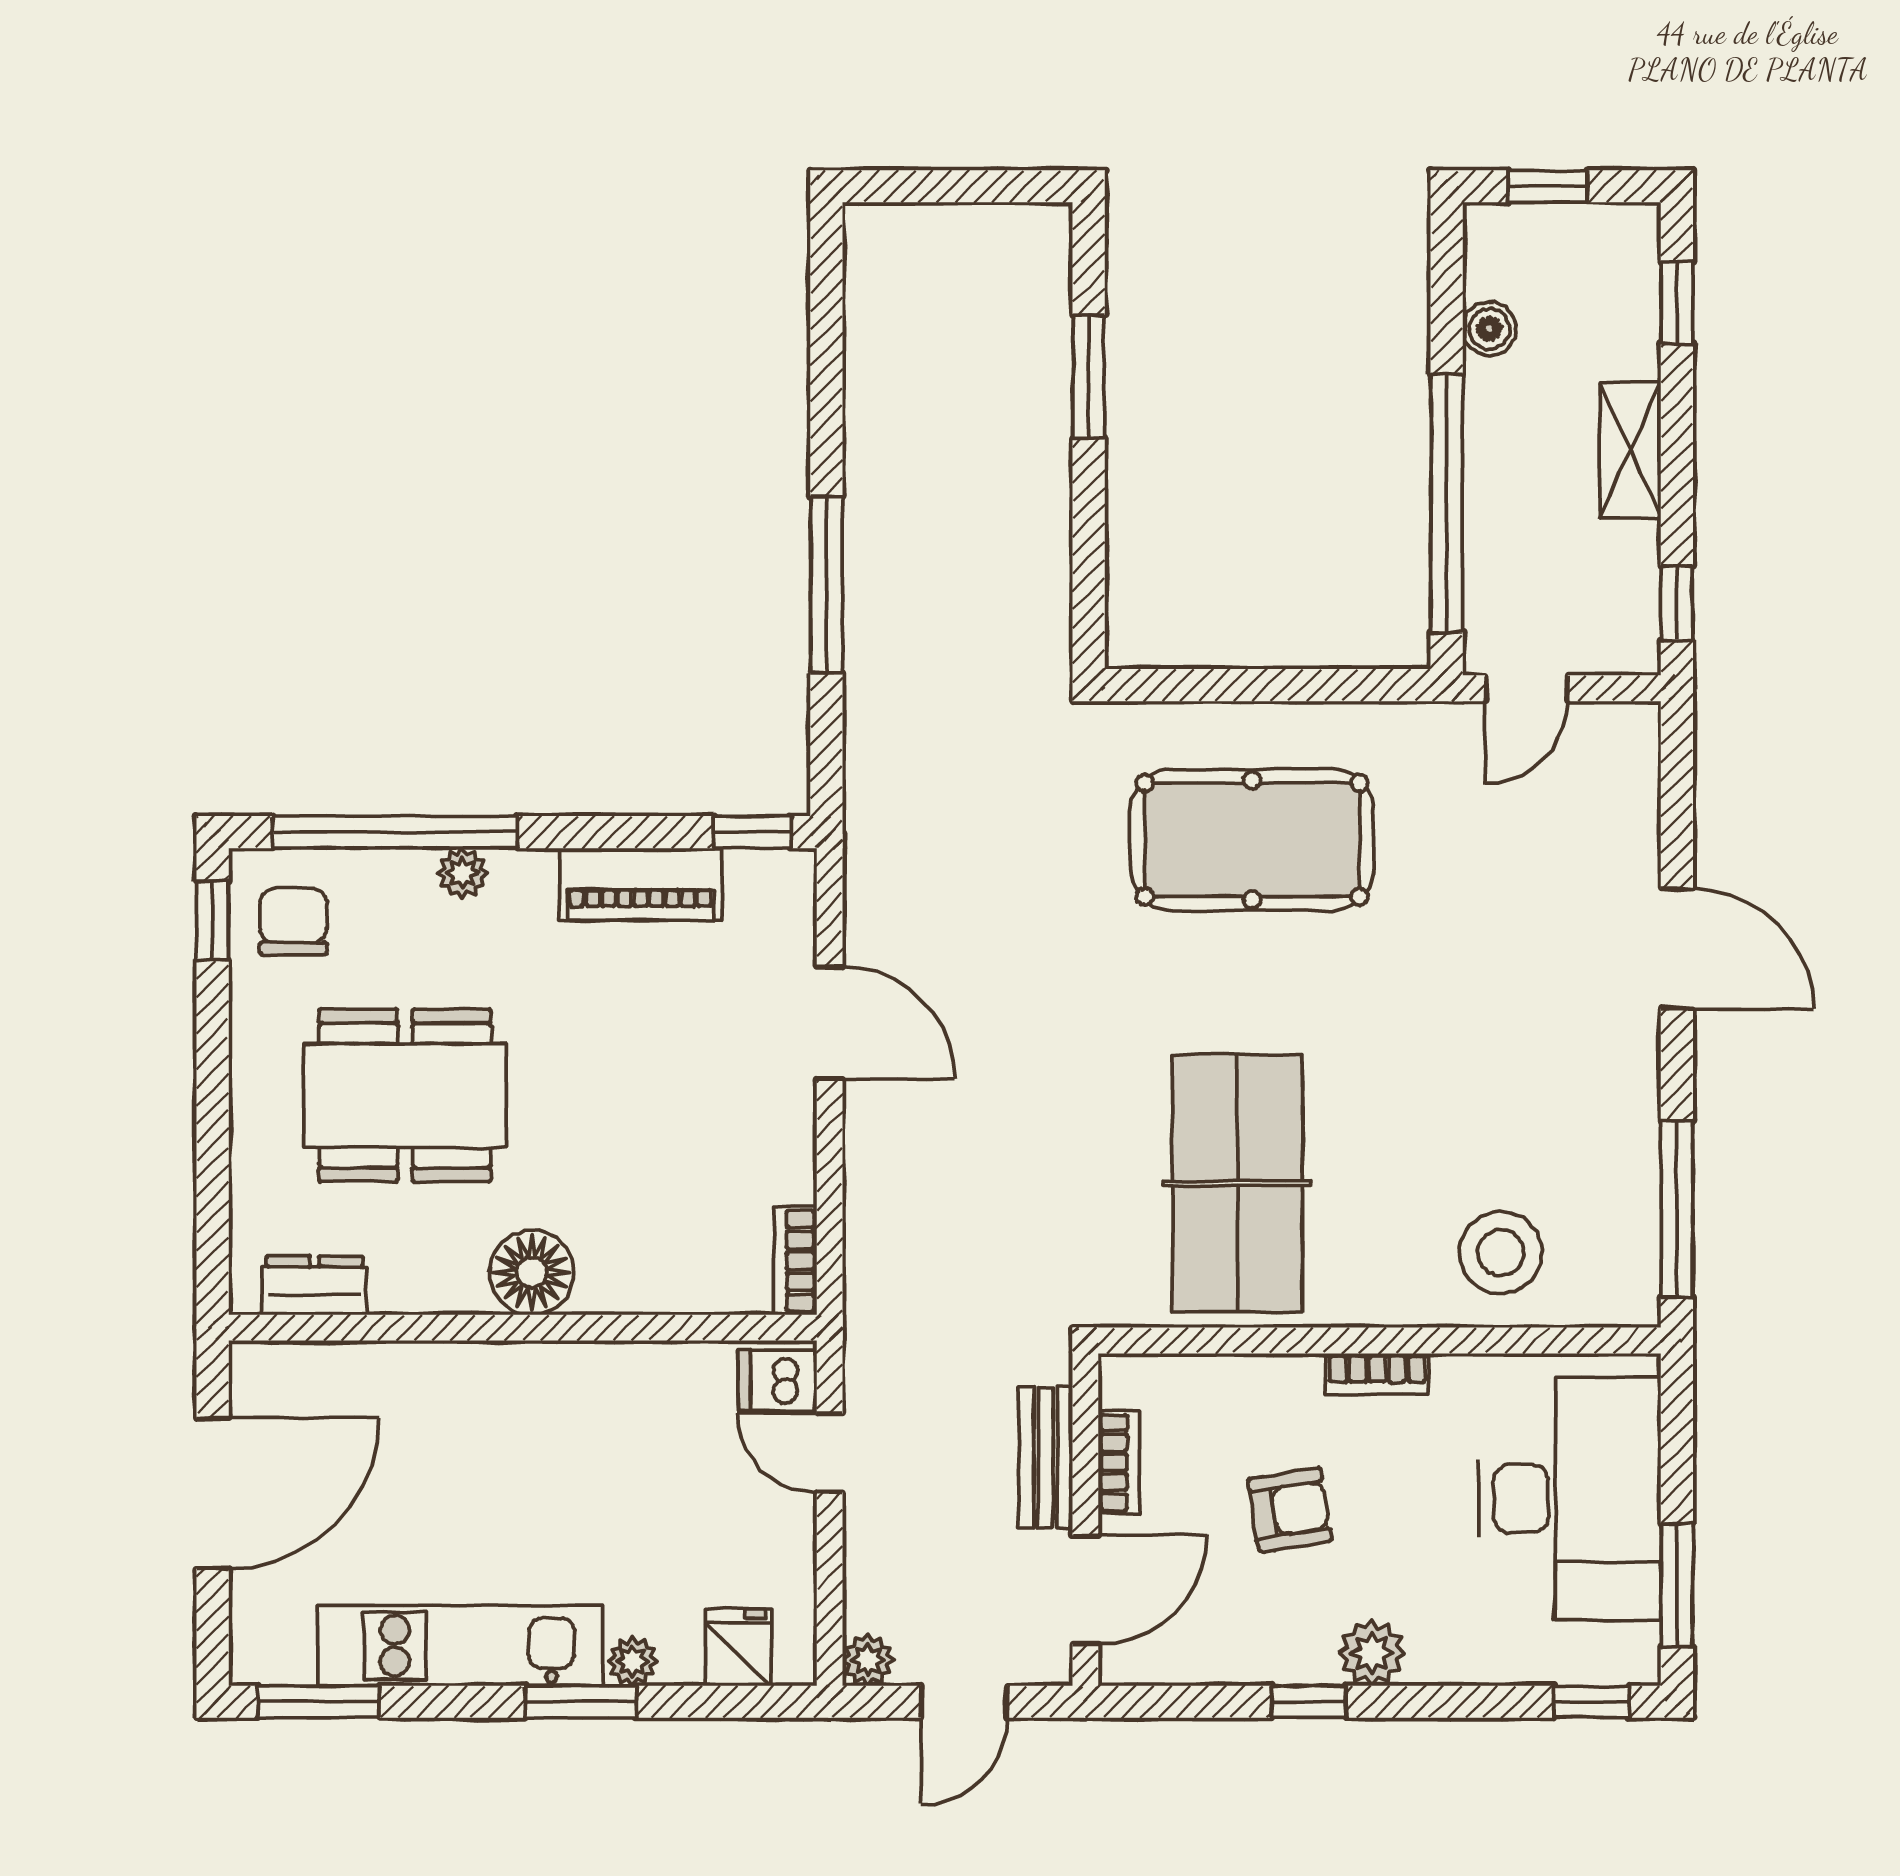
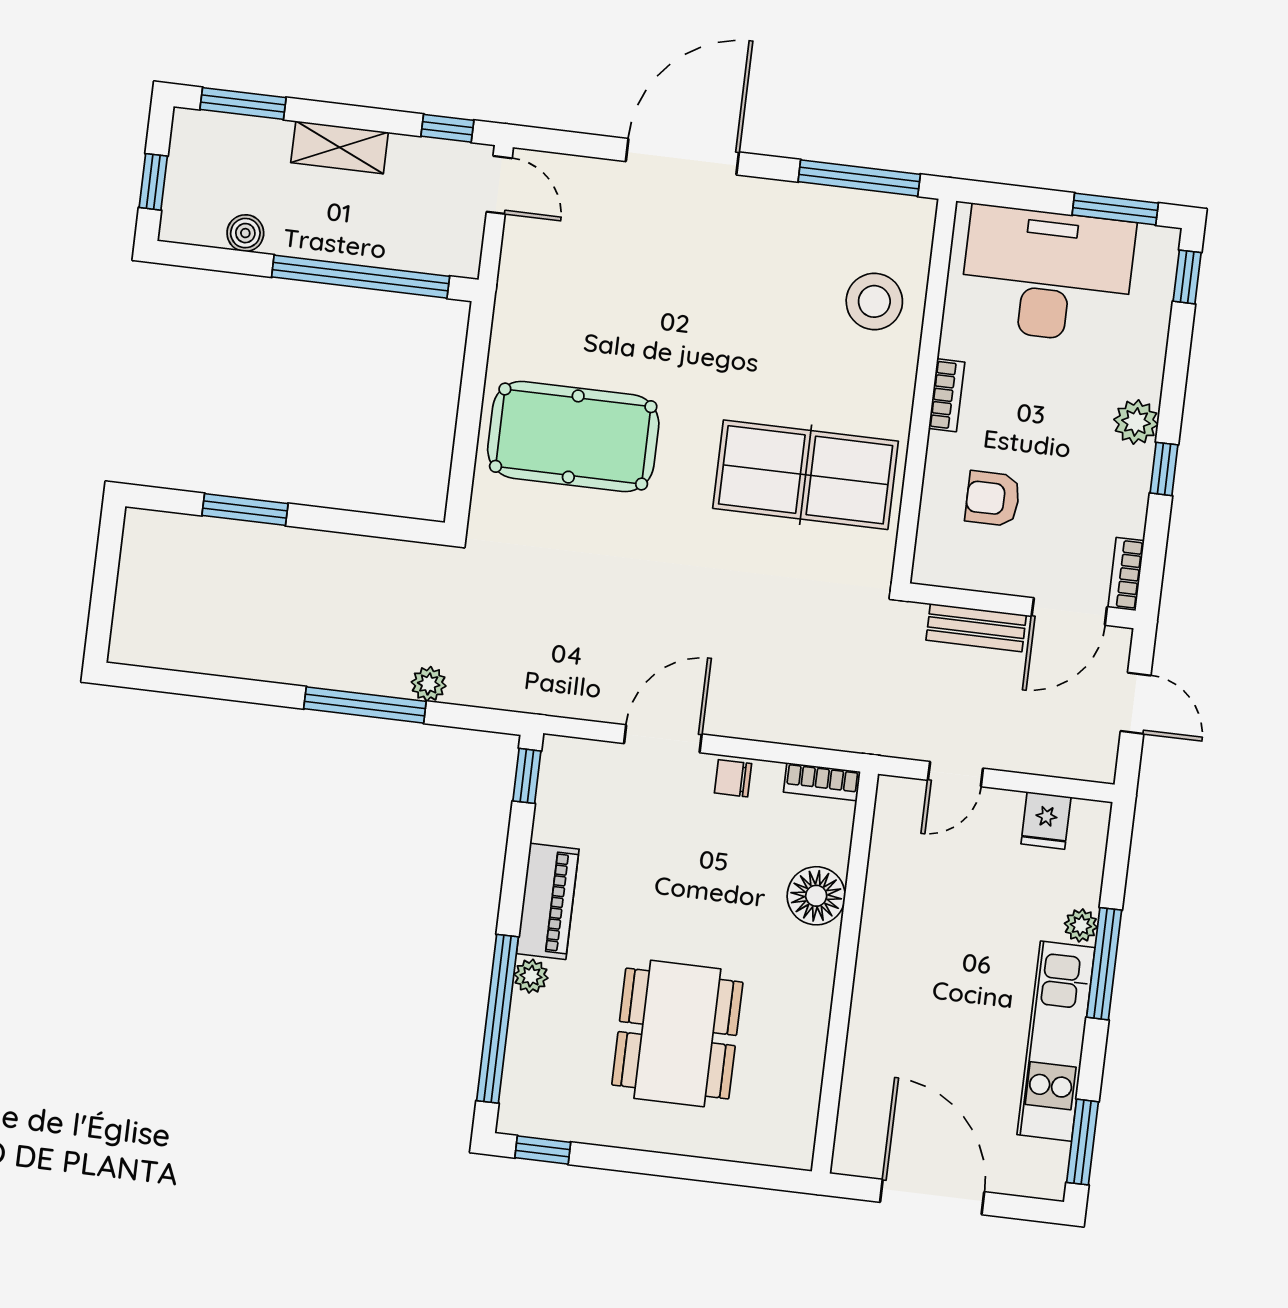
window: (1677, 303) -> (243, 103), width x1.50
door: (1526, 688) -> (499, 185), moved
pool table: (1252, 840) -> (573, 437), turned 90
piano: (641, 884) -> (548, 901), moved
chair: (293, 922) -> (733, 778), moved, width x0.73, depth x0.73
door: (1677, 949) -> (682, 157), width x1.36
floor lamp: (532, 1272) -> (816, 896), moved
dresser: (315, 1285) -> (799, 1111), removed
dishwasher: (777, 1380) -> (902, 804), removed
bookcase: (1119, 1462) -> (1126, 574), moved, turned -90
armchair: (1290, 1510) -> (993, 499), moved, turned -81
door: (1085, 1590) -> (1069, 612), swing flipped
fridge: (738, 1647) -> (1046, 820), moved, turned -90
plant: (868, 1660) -> (429, 684), moved
window: (581, 1702) -> (1104, 964), width x1.44

